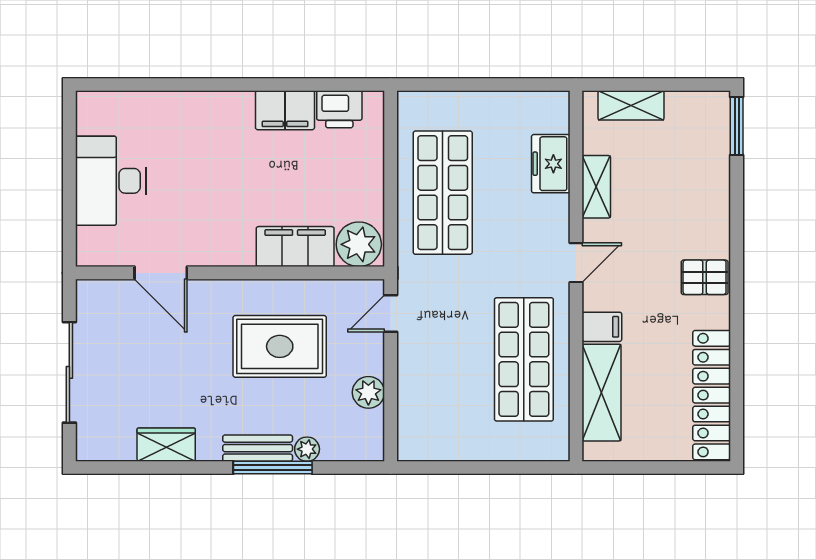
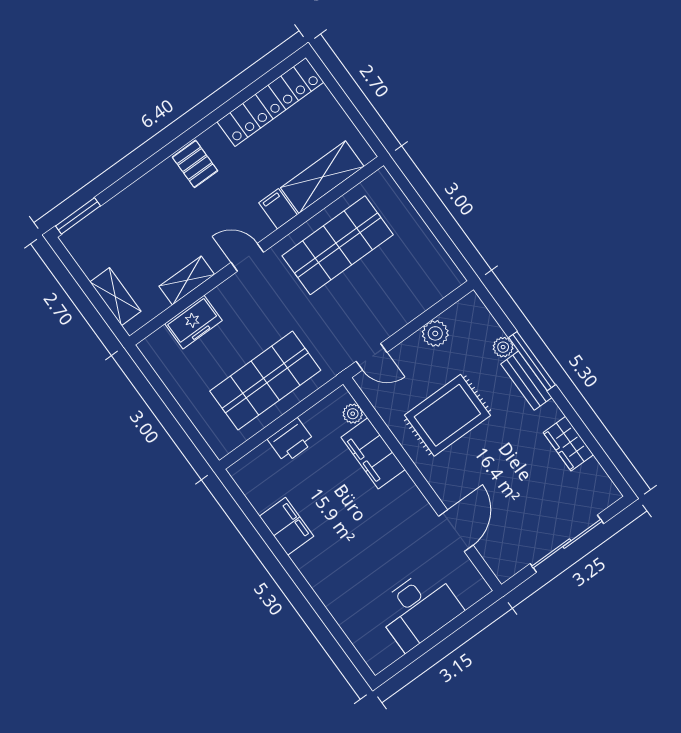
printer: (339, 109) -> (291, 440), moved, turned 90
plant: (359, 244) -> (353, 414), width x0.53, depth x0.53
rug: (280, 346) -> (447, 415), turned 90

